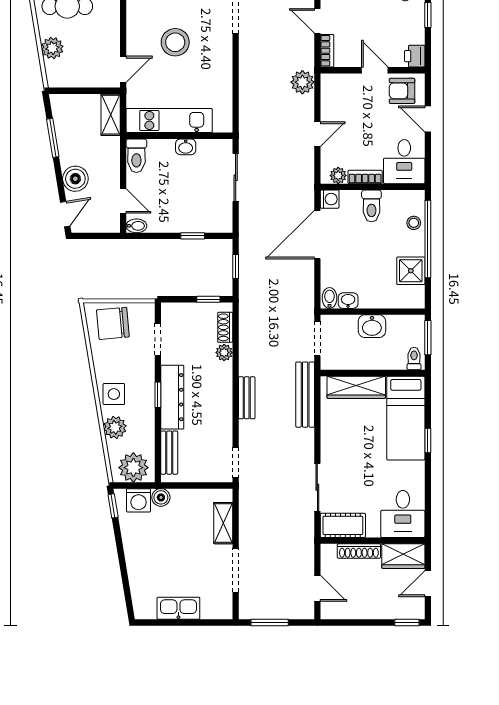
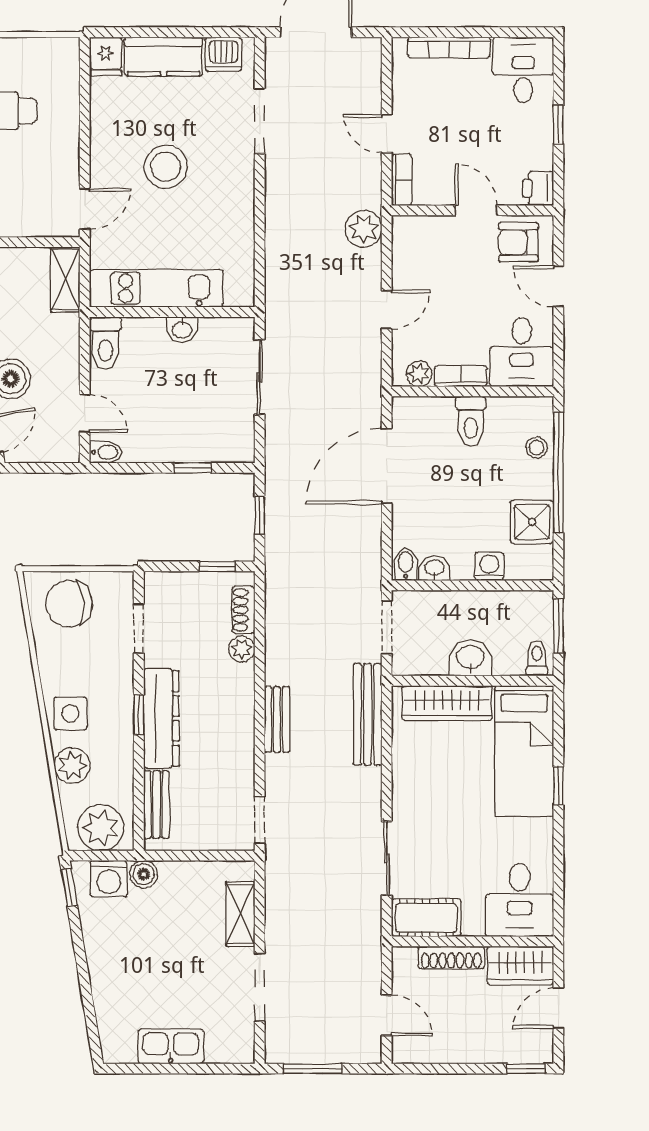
washing machine: (330, 199) -> (489, 566), moved, turned -90
washbasin: (372, 326) -> (470, 658), moved, turned 180

